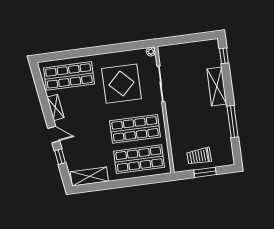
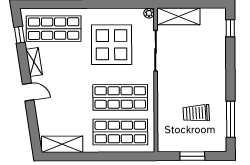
shelving: (217, 86) -> (179, 16), moved, turned 90
window: (233, 121) -> (231, 119), moved
trolley: (199, 156) -> (196, 113), moved
window: (60, 157) -> (19, 35), moved

